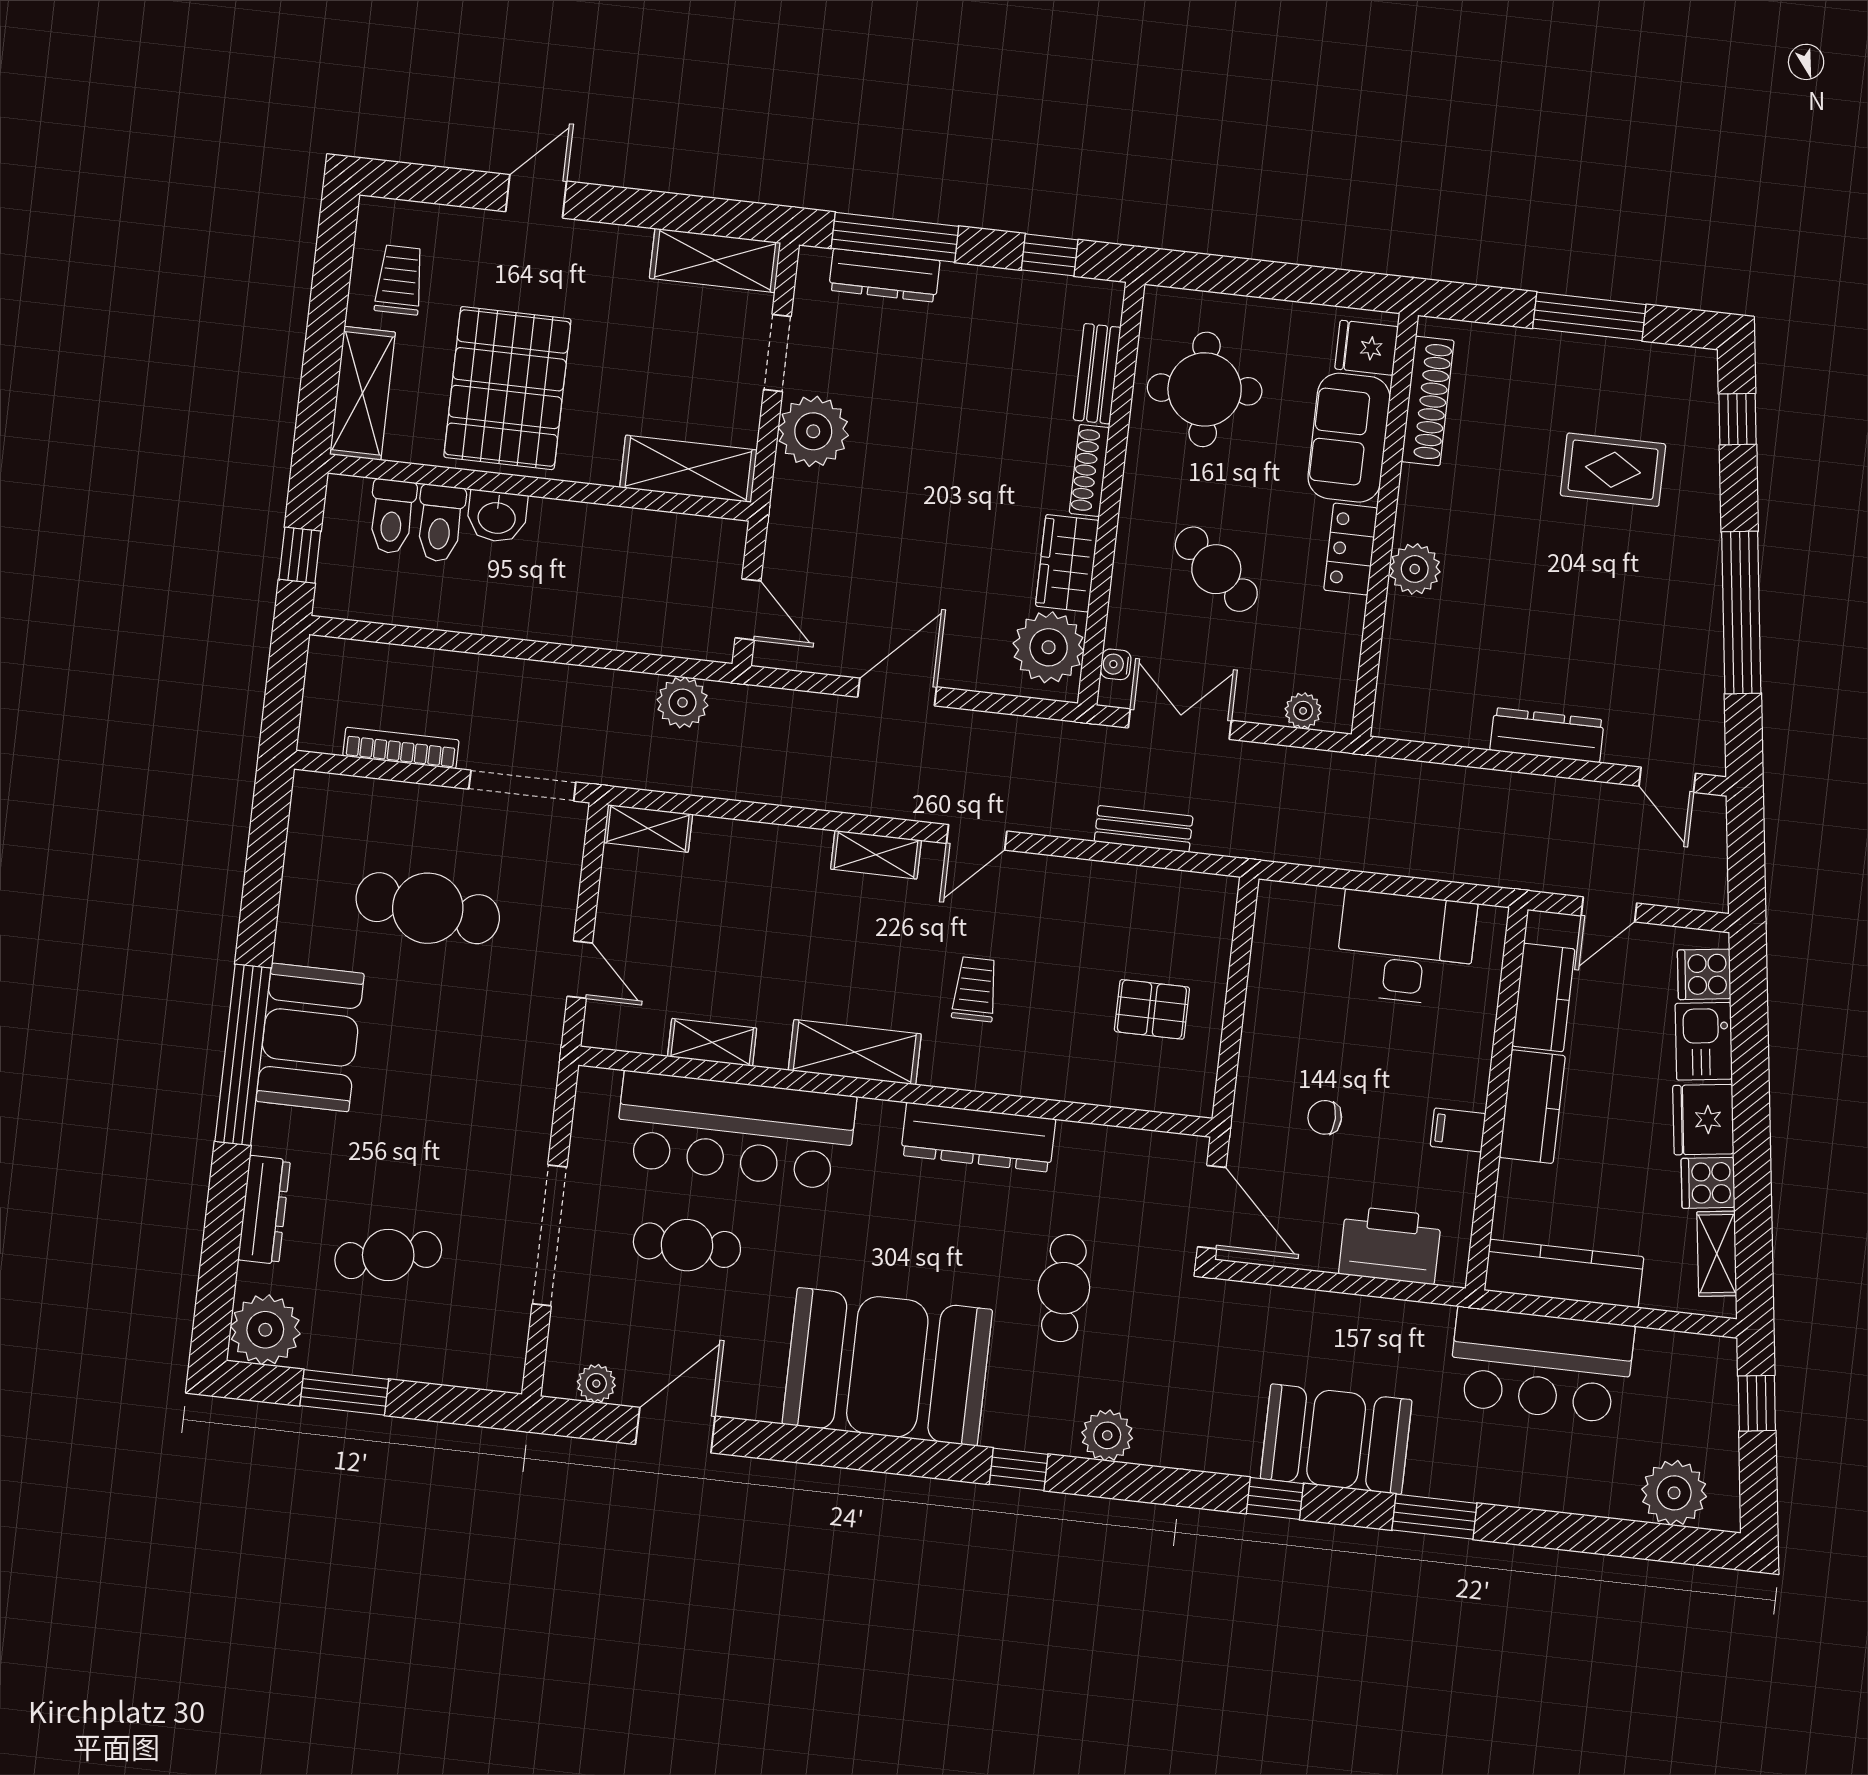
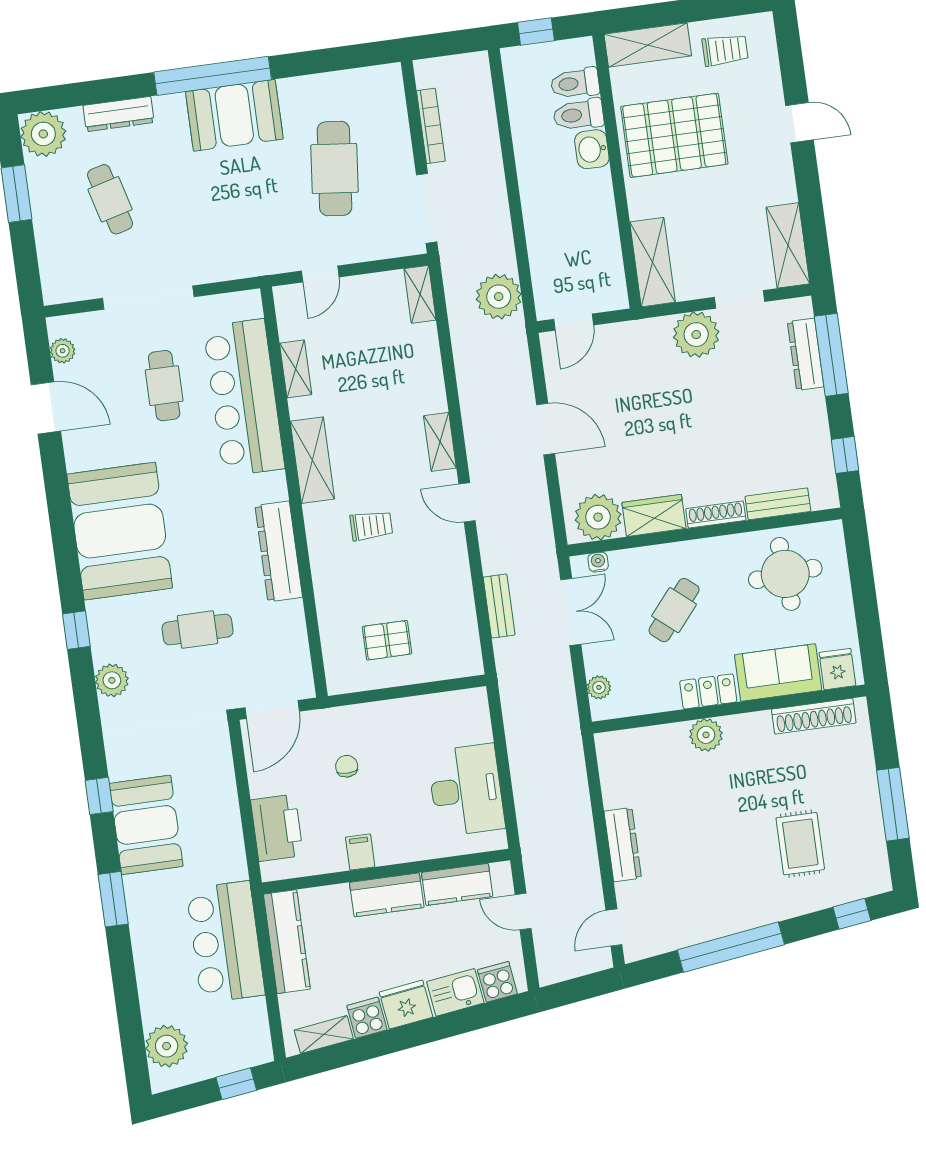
plant: (682, 702) -> (499, 297), width x1.36, depth x1.36
pallet: (1152, 1009) -> (387, 640), turned 90

